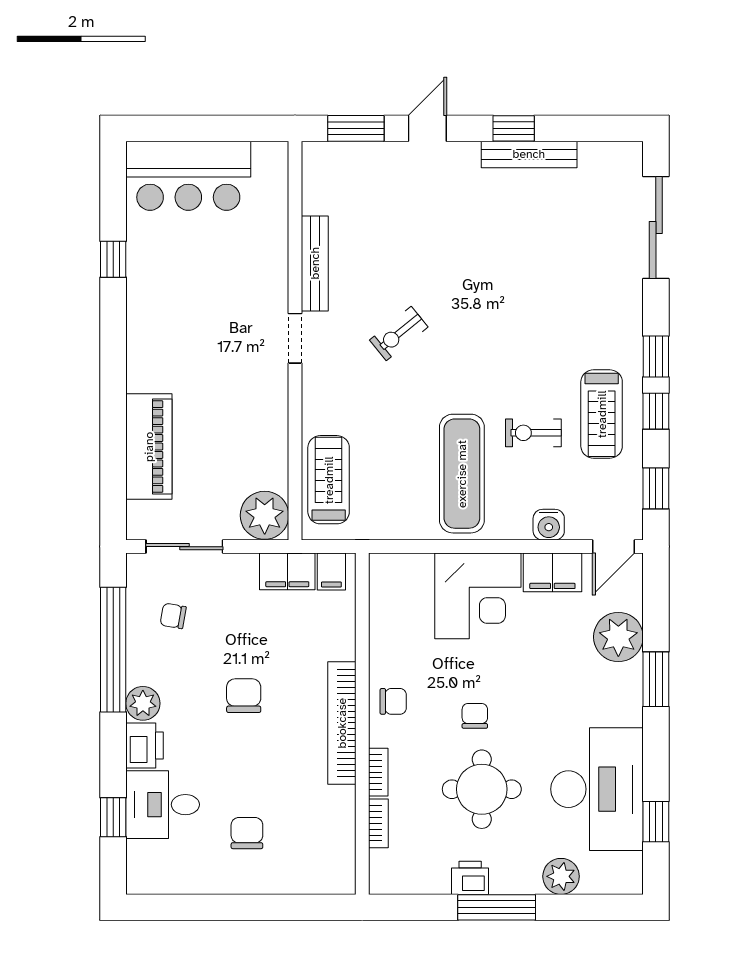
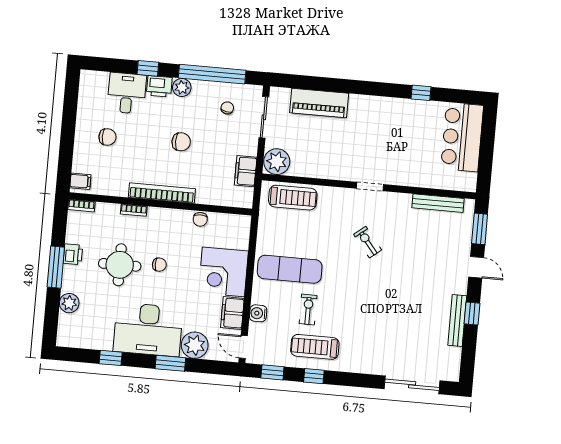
bench: (315, 263) -> (438, 203), moved
window: (656, 356) -> (343, 379), removed
filing cabinet: (331, 572) -> (80, 181), moved, turned 180
chair: (393, 701) -> (200, 219), moved
desk: (597, 789) -> (148, 330), moved
window: (113, 817) -> (148, 68), moved
window: (656, 822) -> (111, 358), moved
bookcase: (378, 823) -> (81, 206), moved

